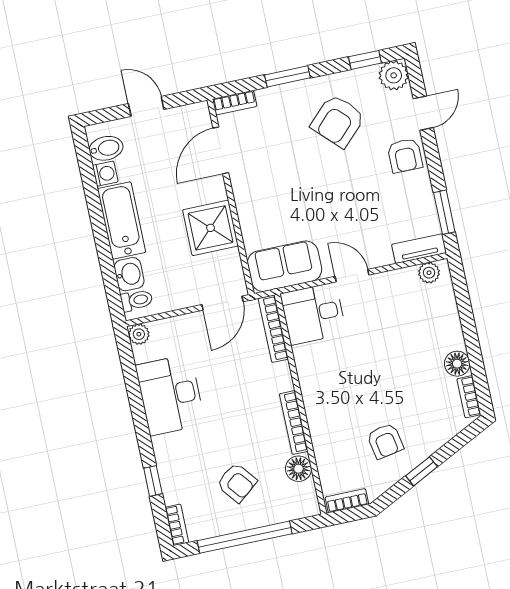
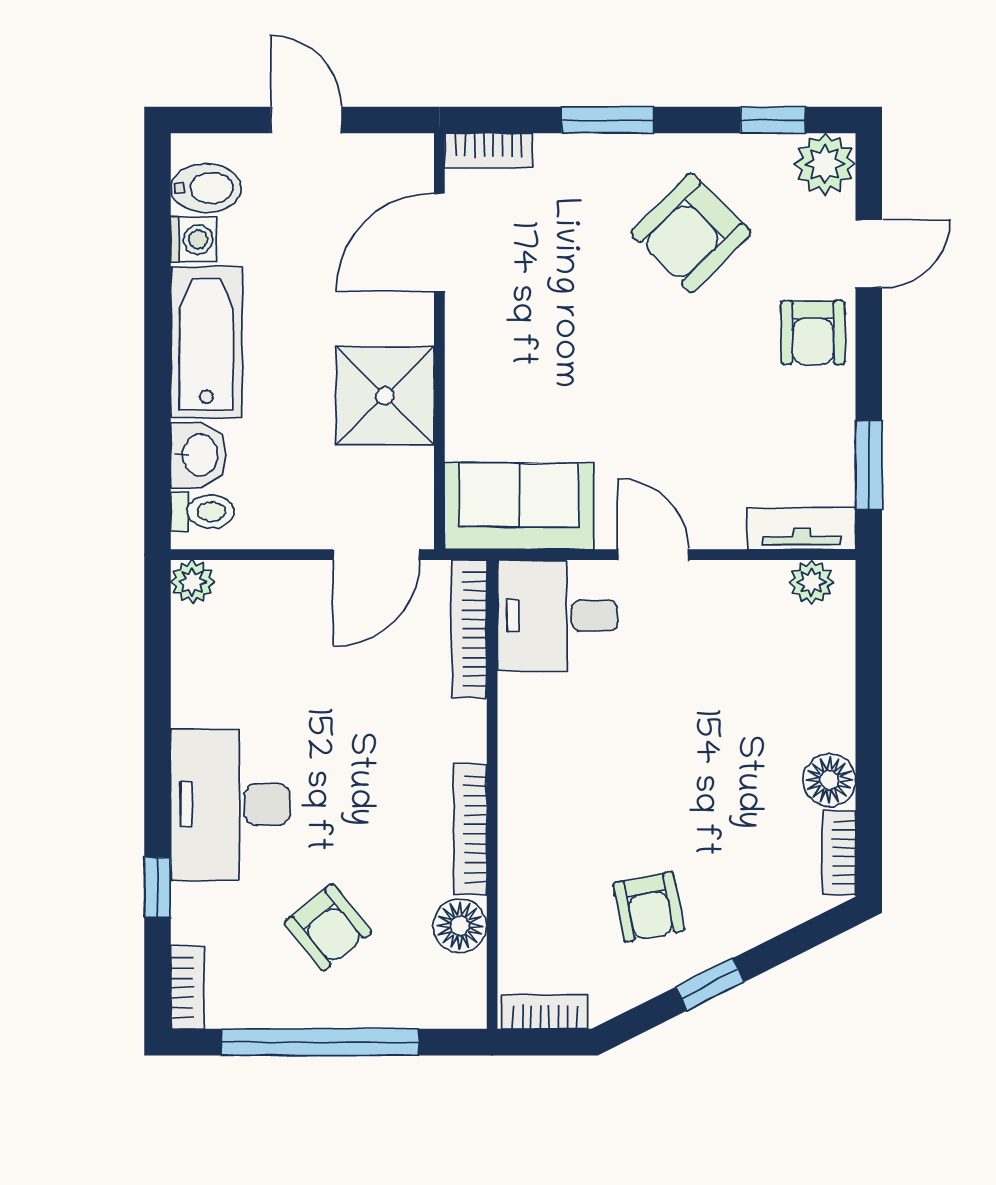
desk: (170, 395) -> (230, 804), moved

